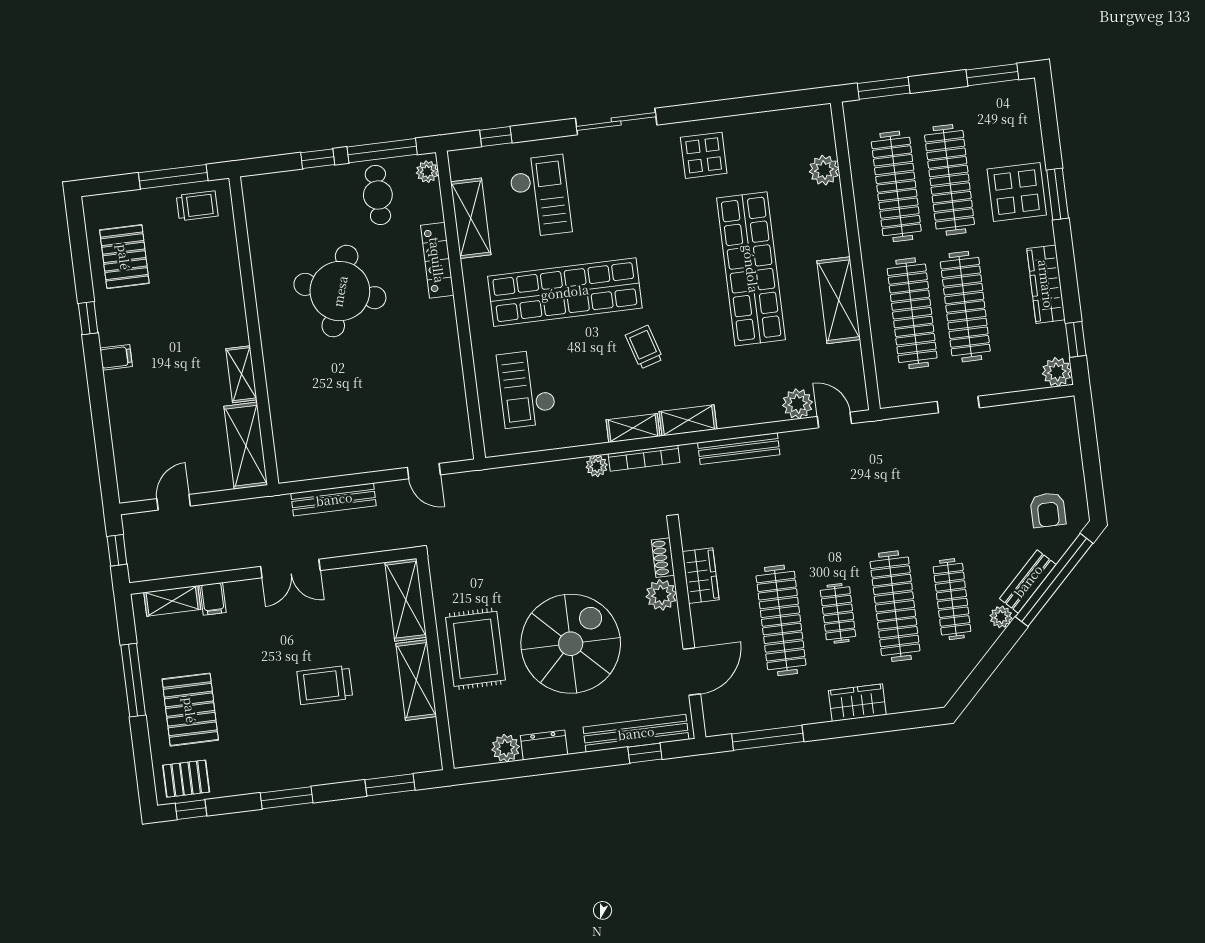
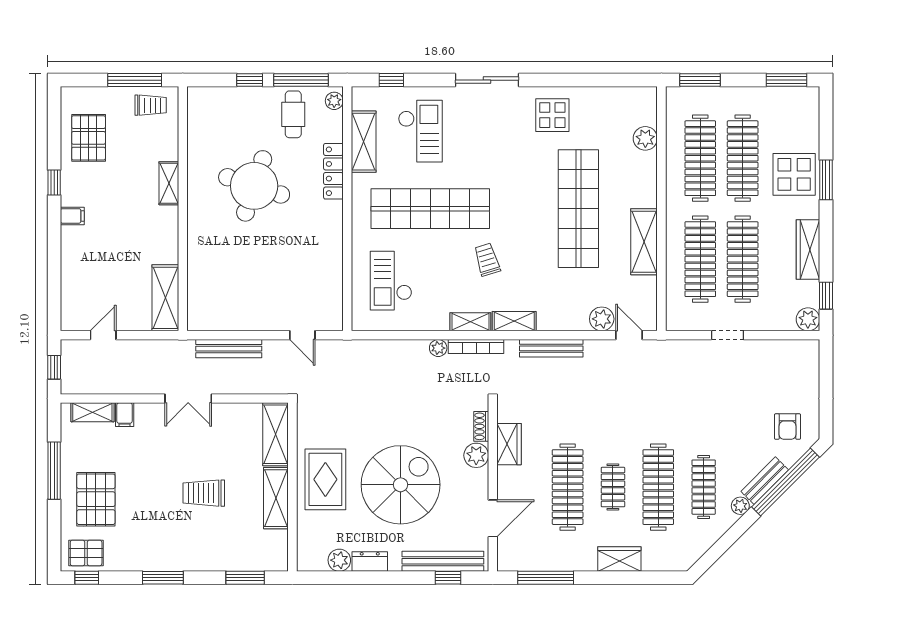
shelving: (241, 374) -> (169, 183), moved

